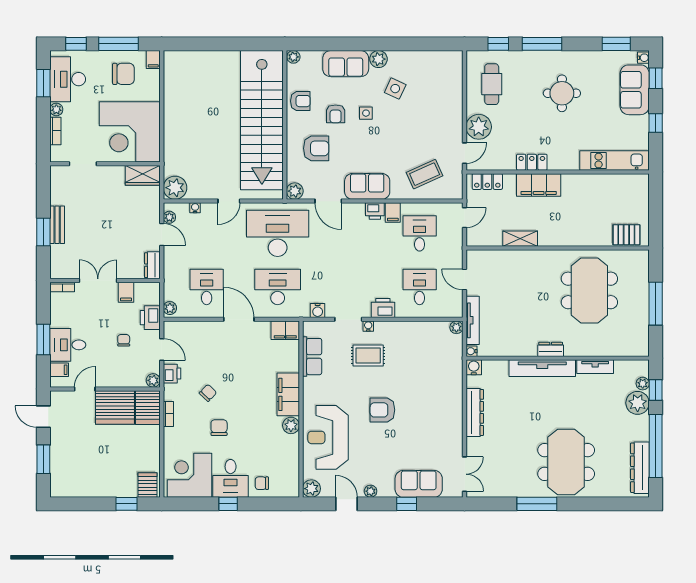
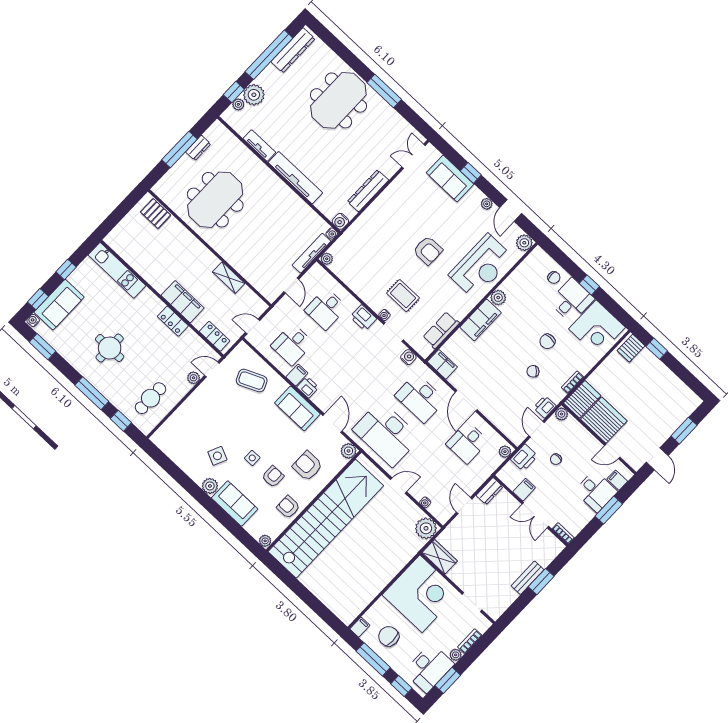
plant: (479, 127) -> (194, 378), width x0.53, depth x0.53
plant: (169, 217) -> (448, 512), removed
dresser: (551, 349) -> (198, 148), moved, turned -90

